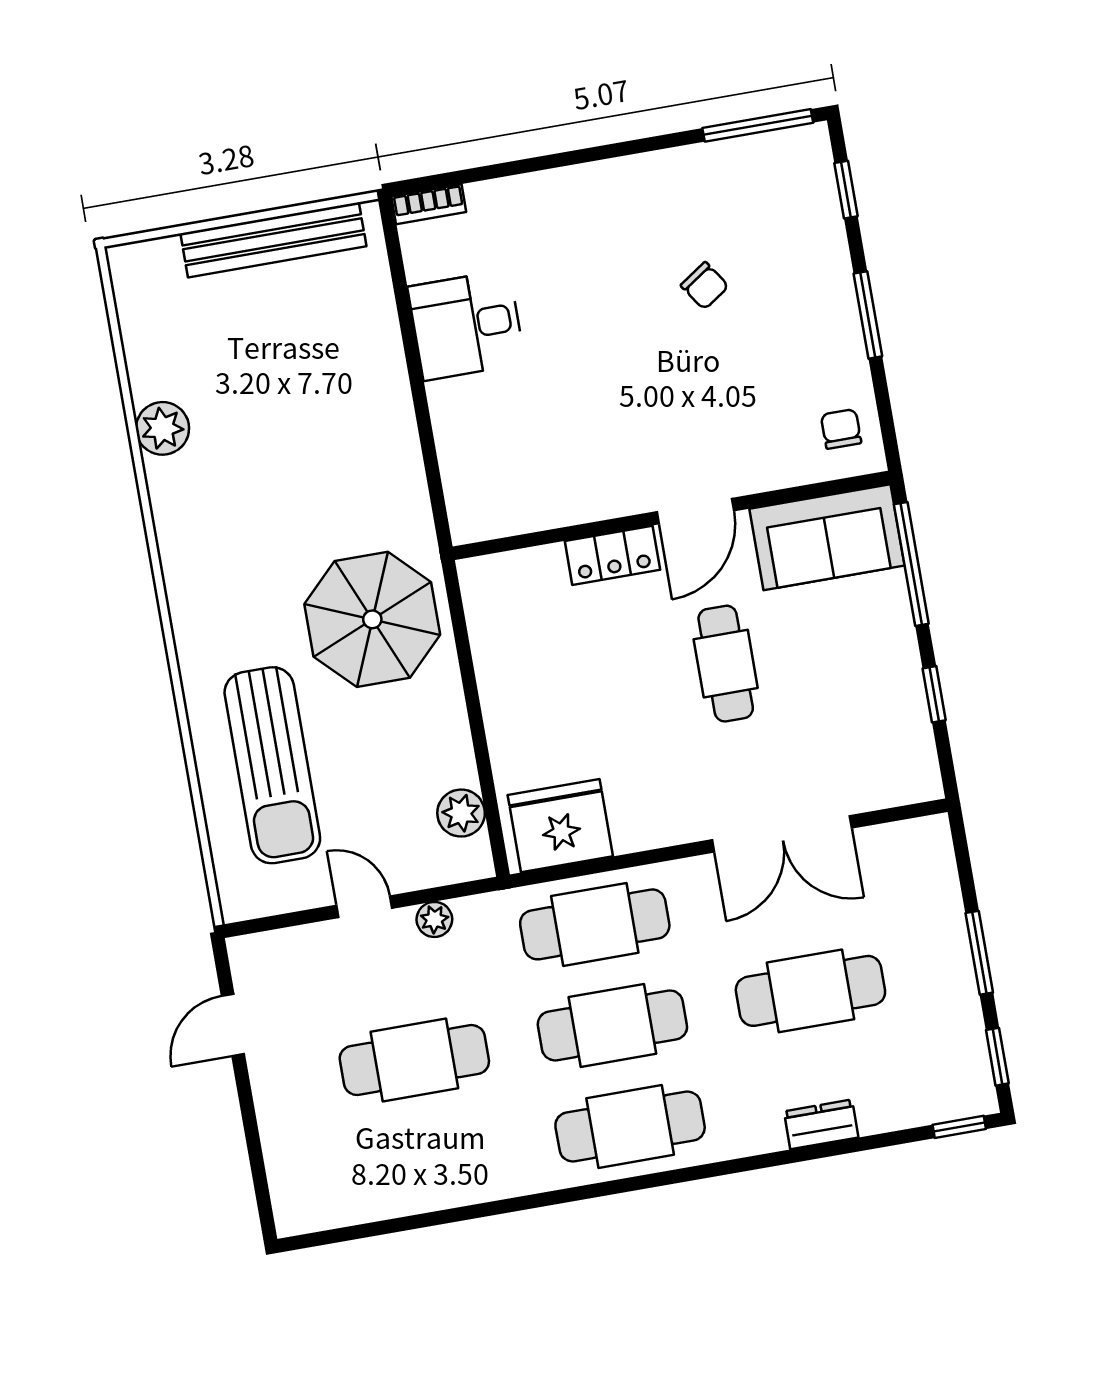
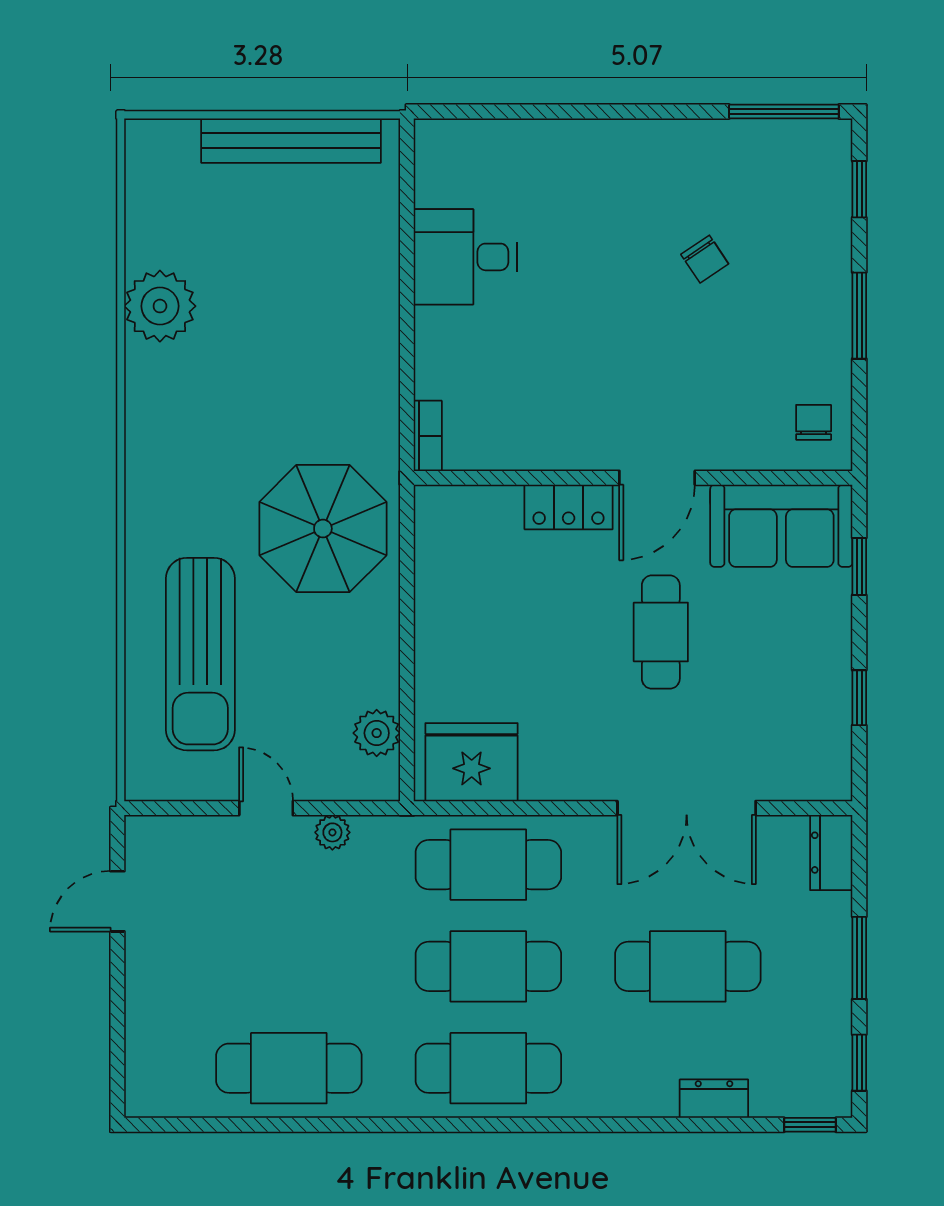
bookcase: (429, 204) -> (428, 436), moved, turned -90
plant: (162, 428) -> (160, 306), width x1.36, depth x1.36
window: (911, 564) -> (859, 566), width x0.46
dresser: (933, 853) -> (831, 853), added
cafe table: (414, 1060) -> (289, 1068), moved
dresser: (821, 1124) -> (714, 1099), moved

